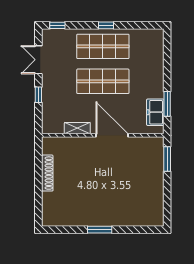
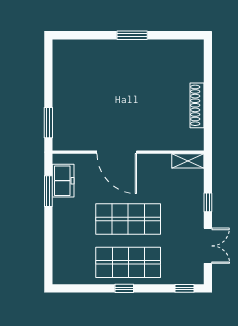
shelving: (77, 128) -> (188, 161), moved

